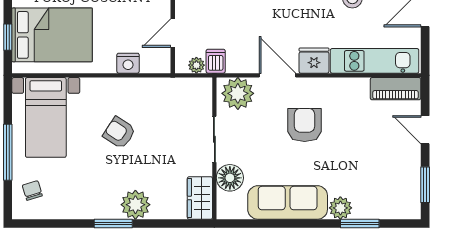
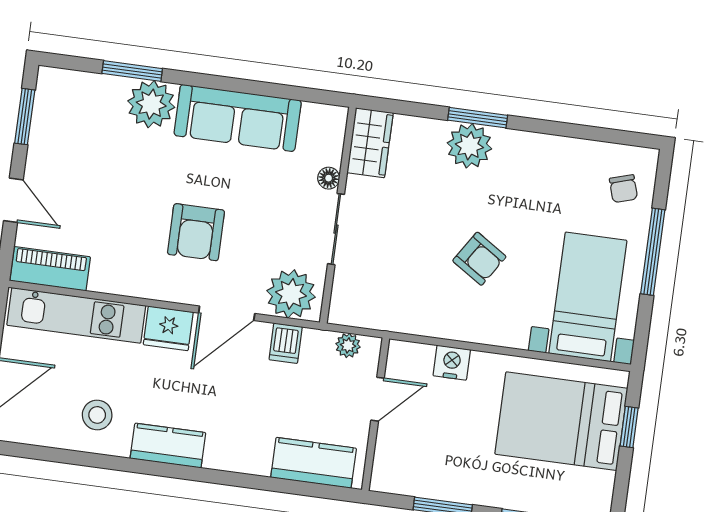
dishwasher: (216, 61) -> (286, 343), moved
door: (278, 75) -> (227, 313), hinge flipped
floor lamp: (230, 178) -> (329, 178), width x0.53, depth x0.53
plant: (340, 208) -> (151, 104), width x1.36, depth x1.36
window: (113, 224) -> (478, 118), moved

